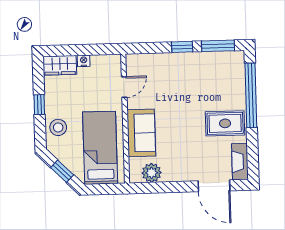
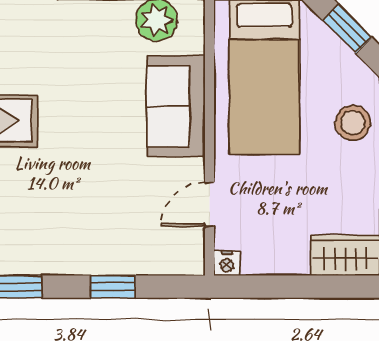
window: (182, 47) -> (113, 287), moved
nightstand: (84, 61) -> (227, 263), moved

